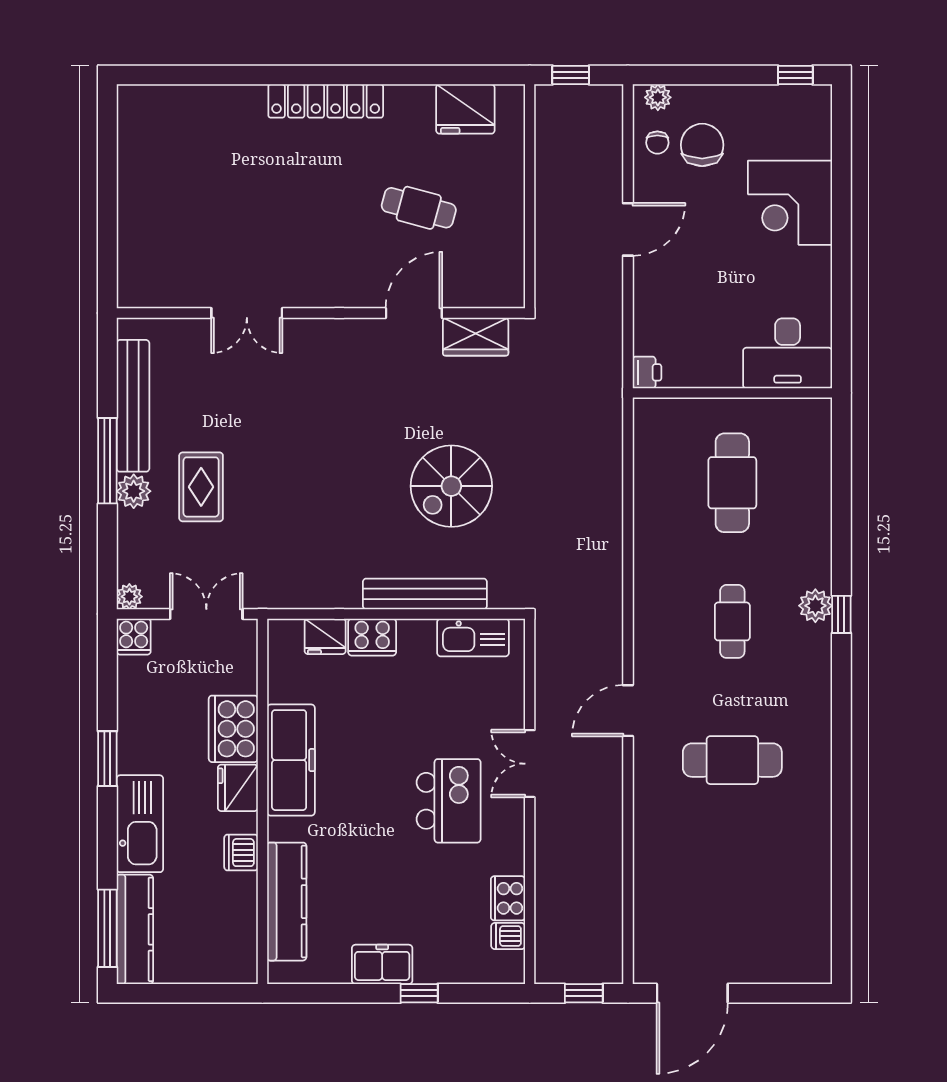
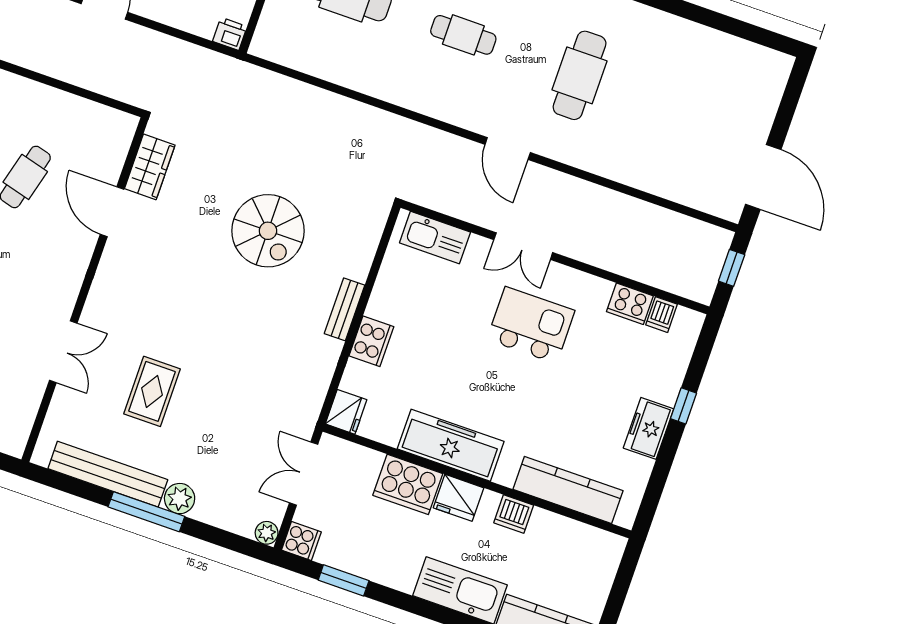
rug: (201, 487) -> (152, 391), moved, turned 90
bench: (425, 594) -> (345, 309), width x0.54, depth x0.82
fridge: (325, 636) -> (346, 412), moved
kitchen sink: (473, 637) -> (435, 238), moved, turned 90
window: (107, 759) -> (344, 580), moved

